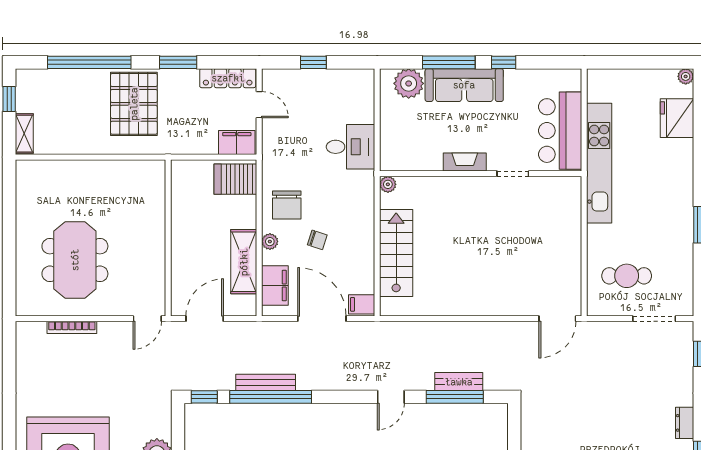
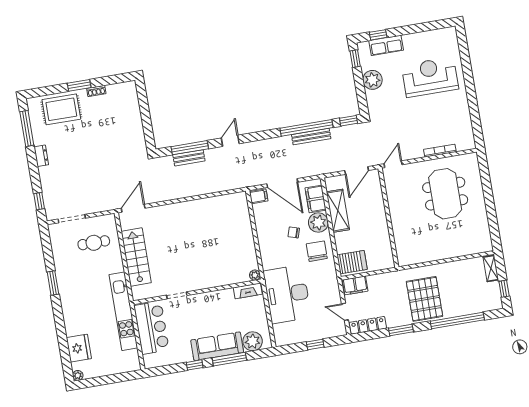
desk: (351, 147) -> (287, 294), width x1.87, depth x1.30
fireplace: (465, 162) -> (248, 291), moved
plant: (270, 242) -> (318, 223), width x1.87, depth x1.87
stairs: (396, 253) -> (136, 257), moved, turned 180

